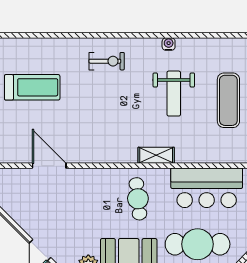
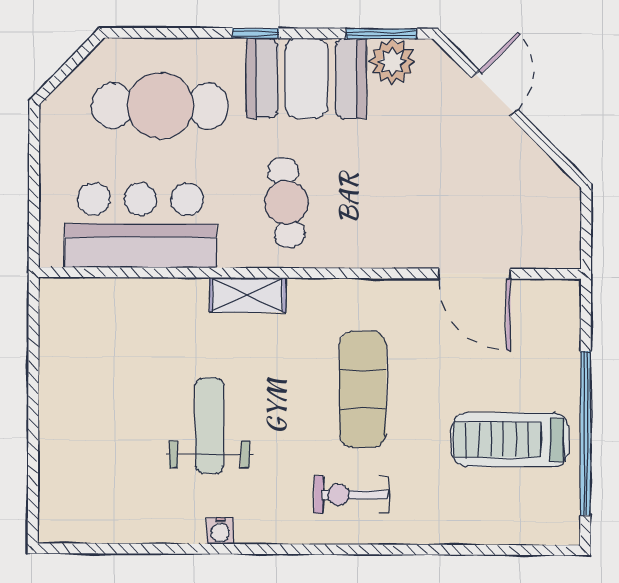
exercise mat: (228, 100) -> (363, 389), moved

